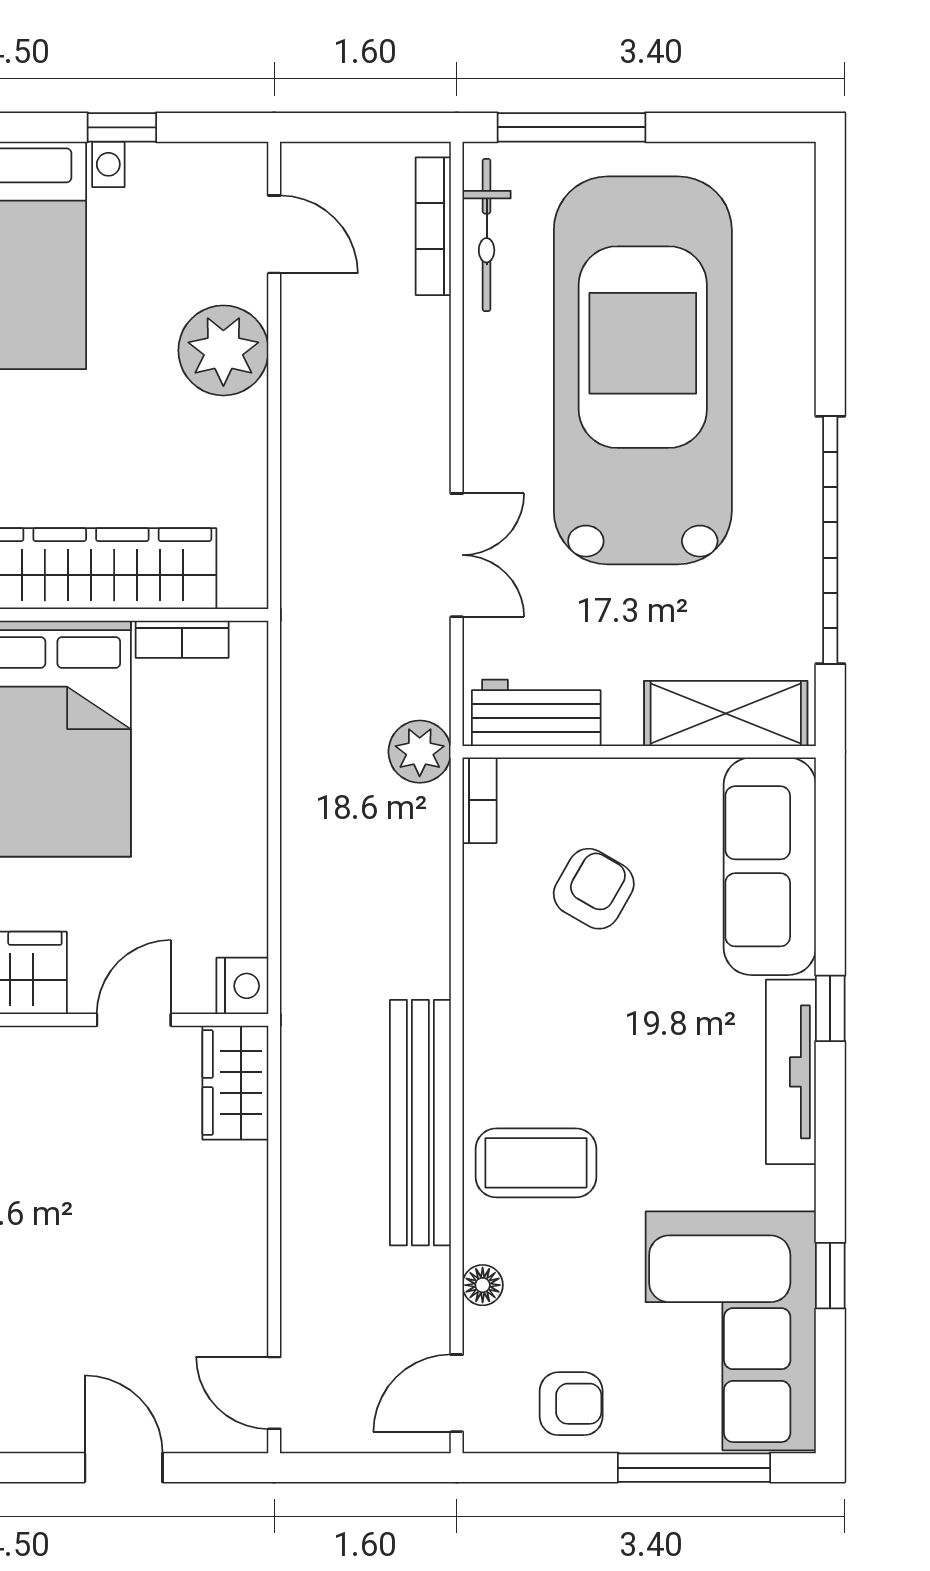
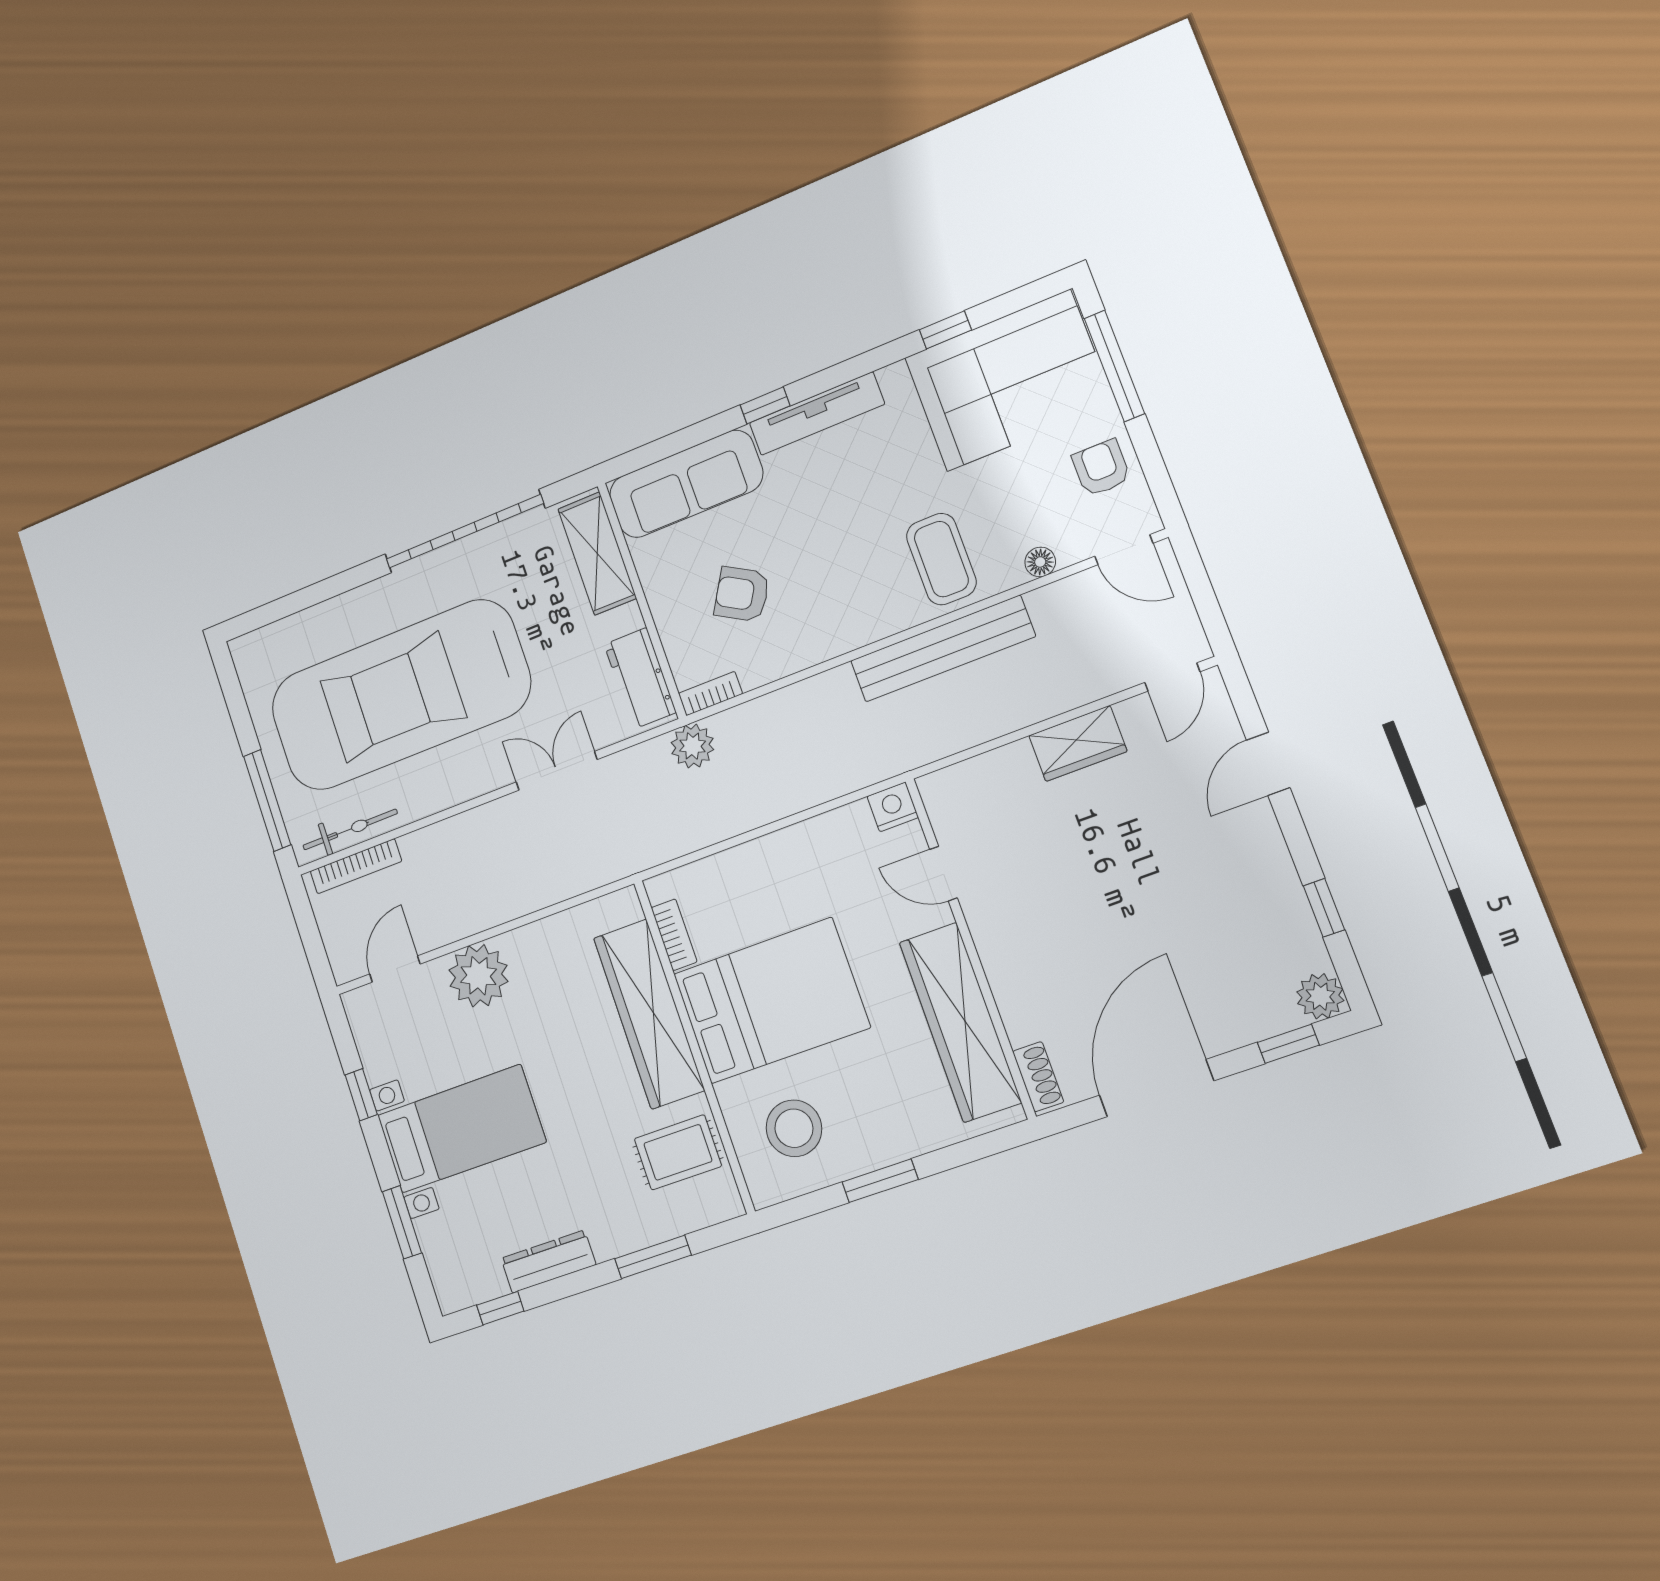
wardrobe: (235, 1083) -> (1078, 743), moved

